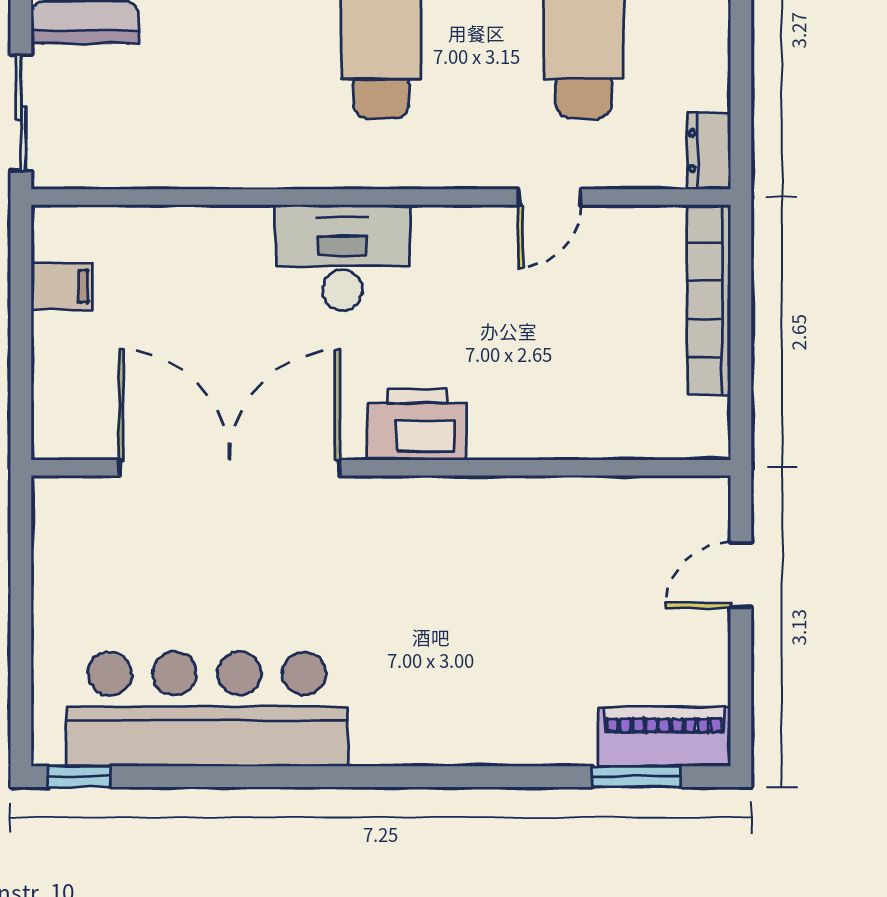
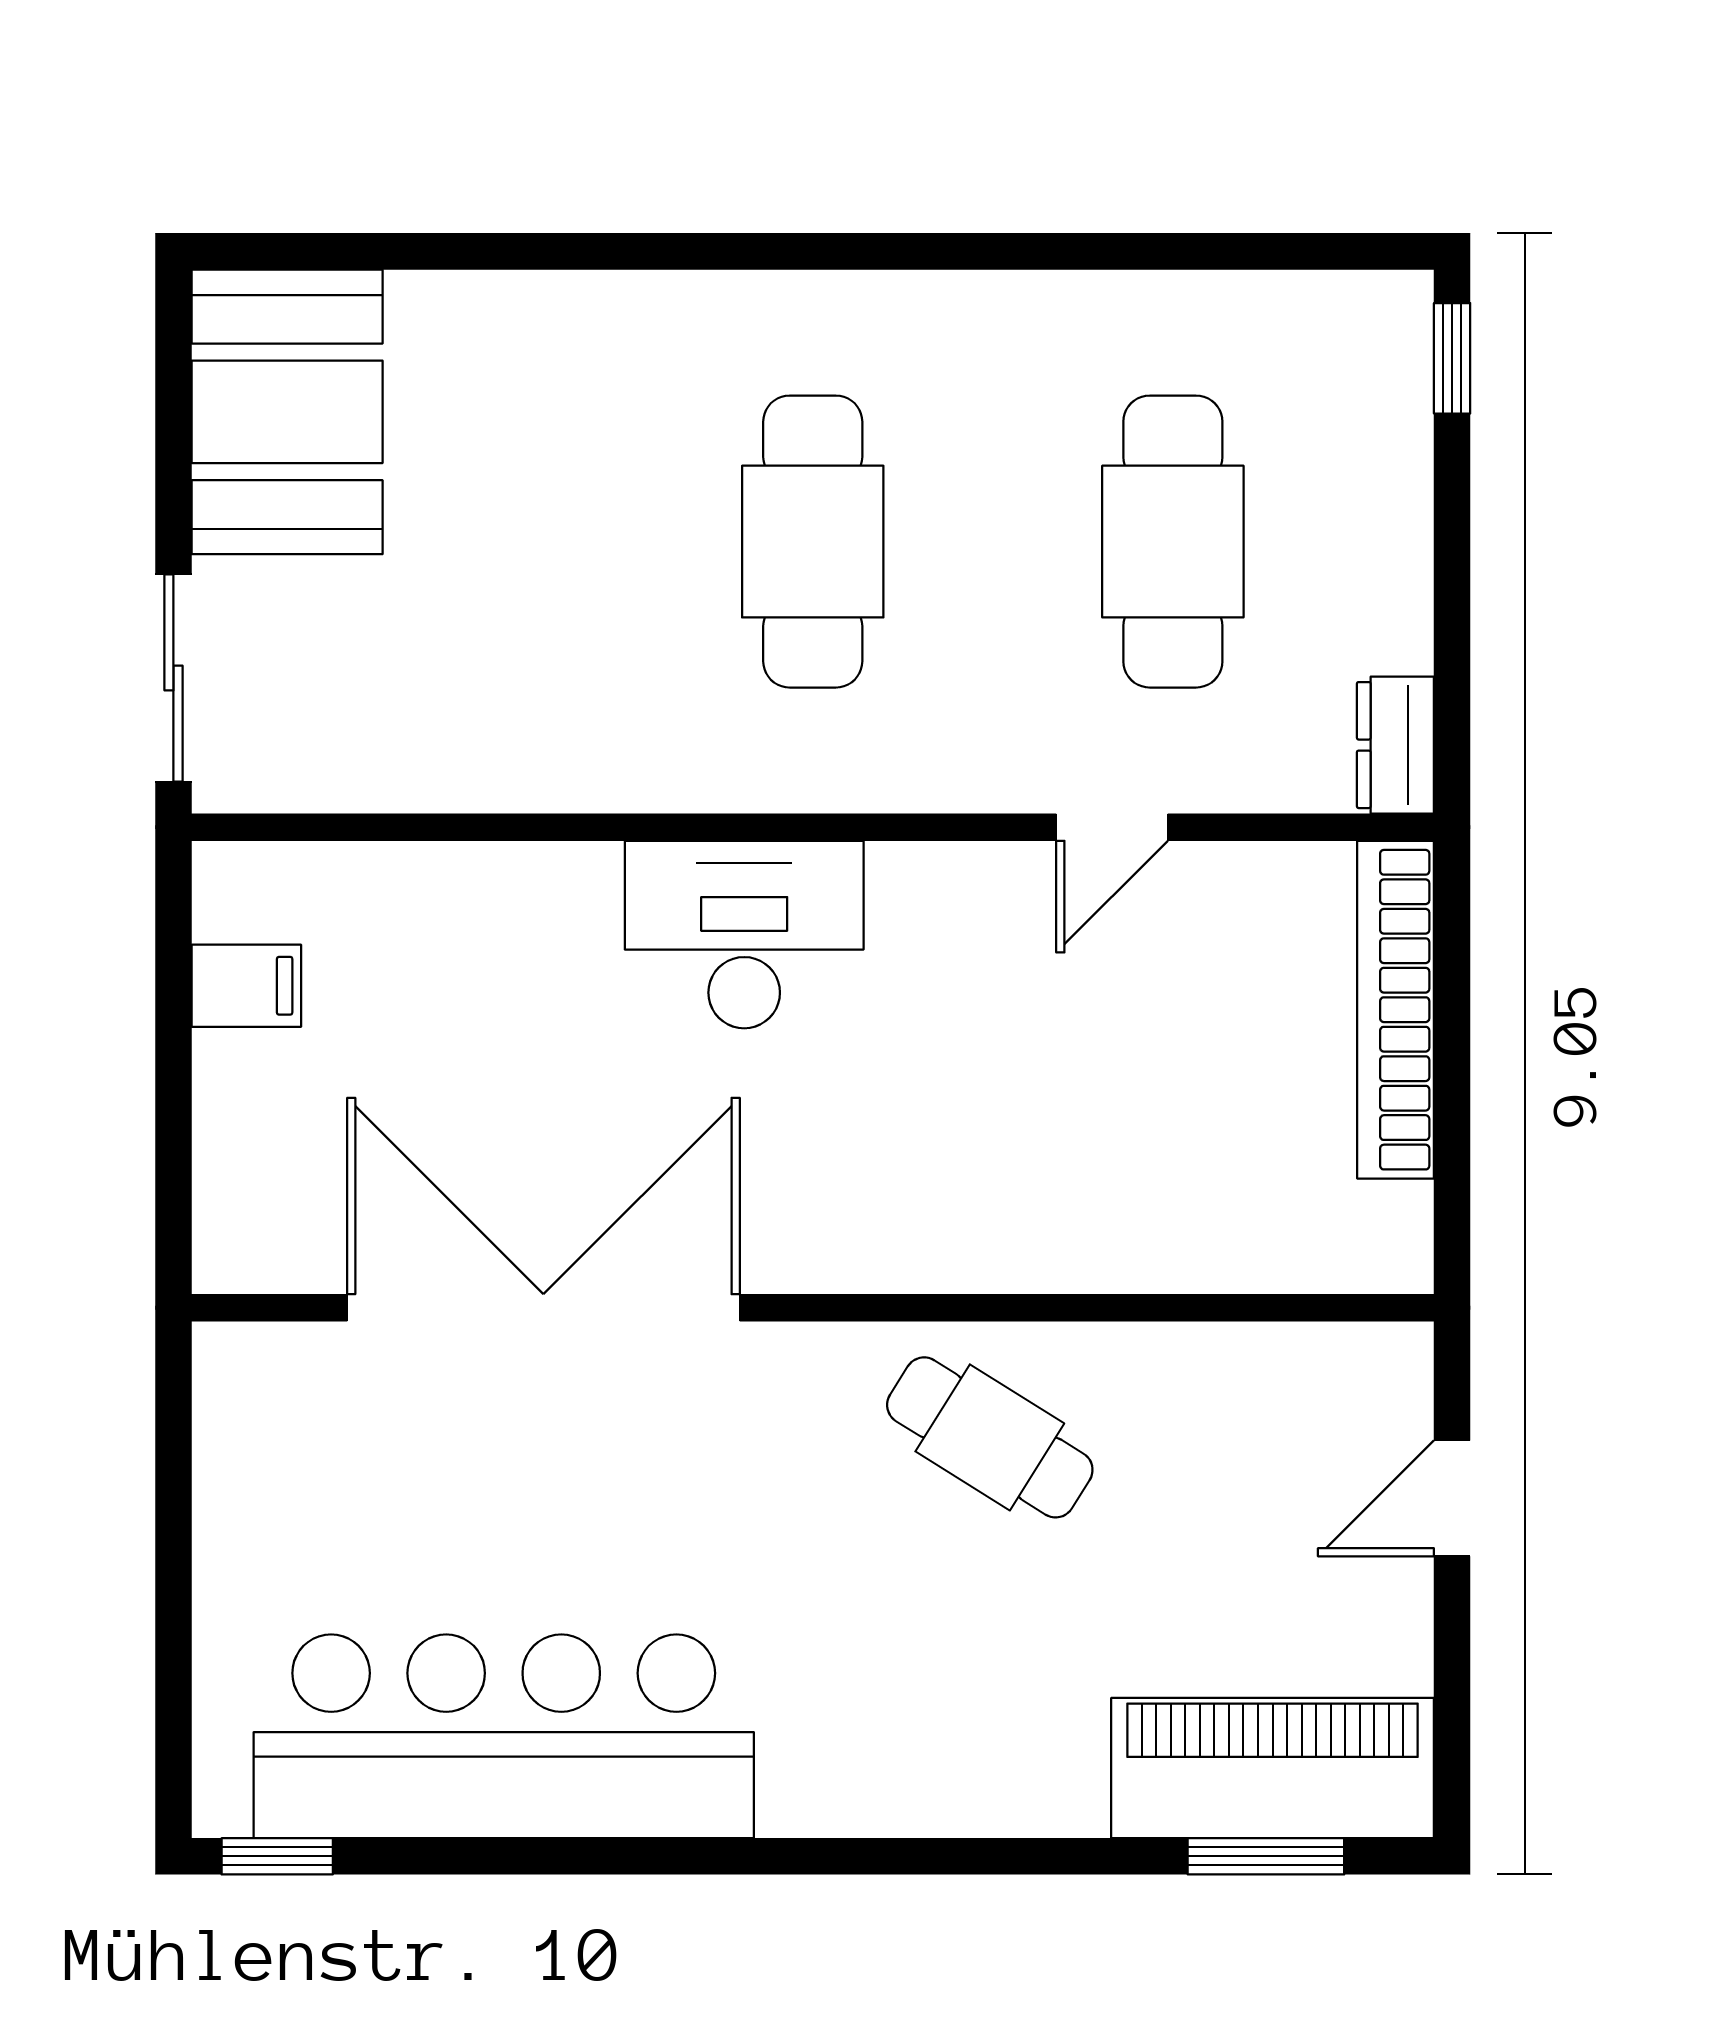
printer: (417, 424) -> (876, 1231), removed
cafe table: (481, 541) -> (990, 1437), added
piano: (664, 737) -> (1273, 1768), width x1.37, depth x1.33

